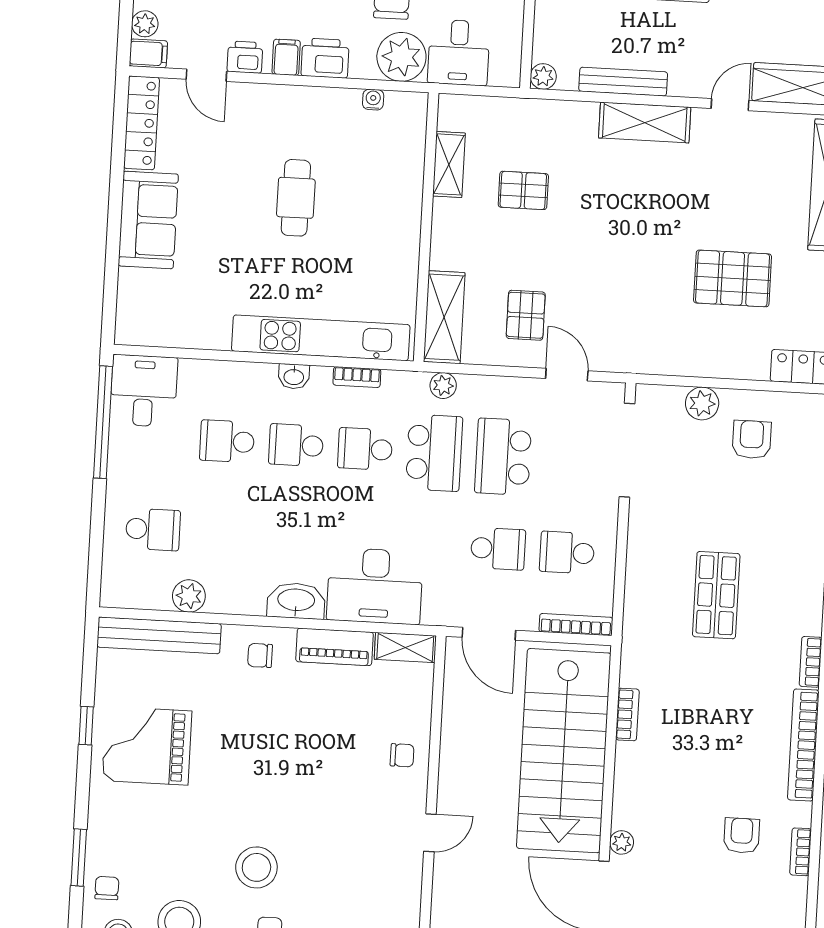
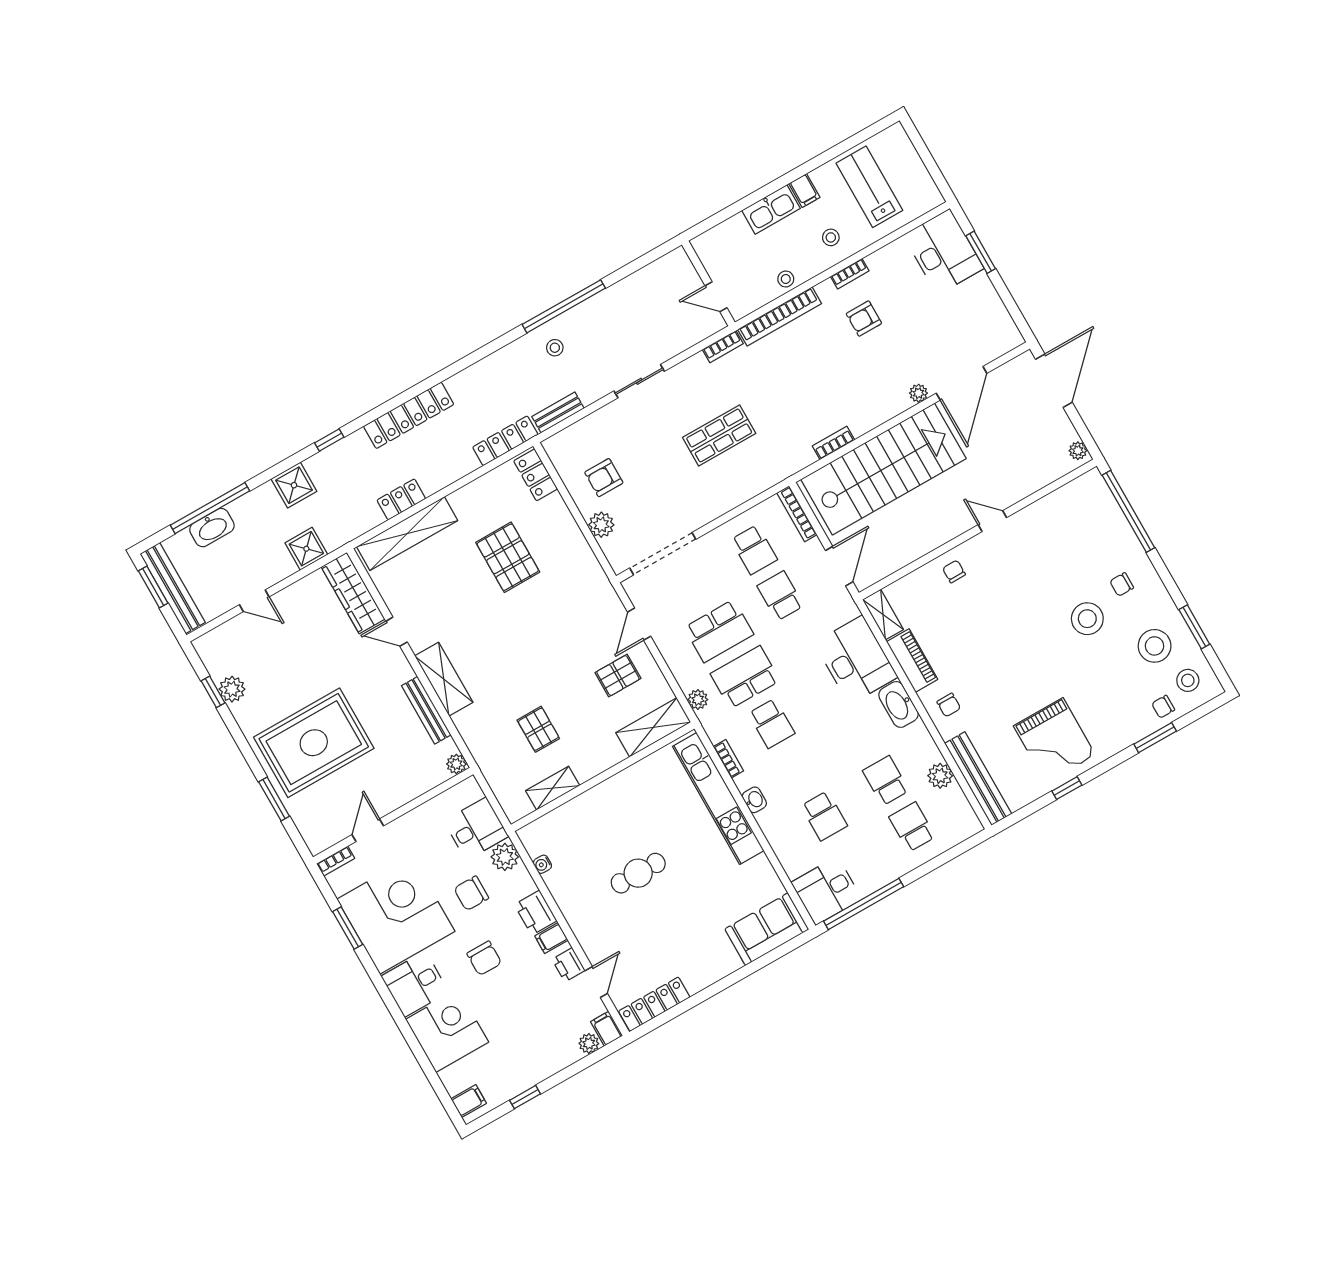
plant: (401, 57) -> (505, 857), width x0.73, depth x0.73
sofa: (148, 220) -> (767, 929), moved
school desk: (296, 445) -> (886, 781), moved, turned 180

